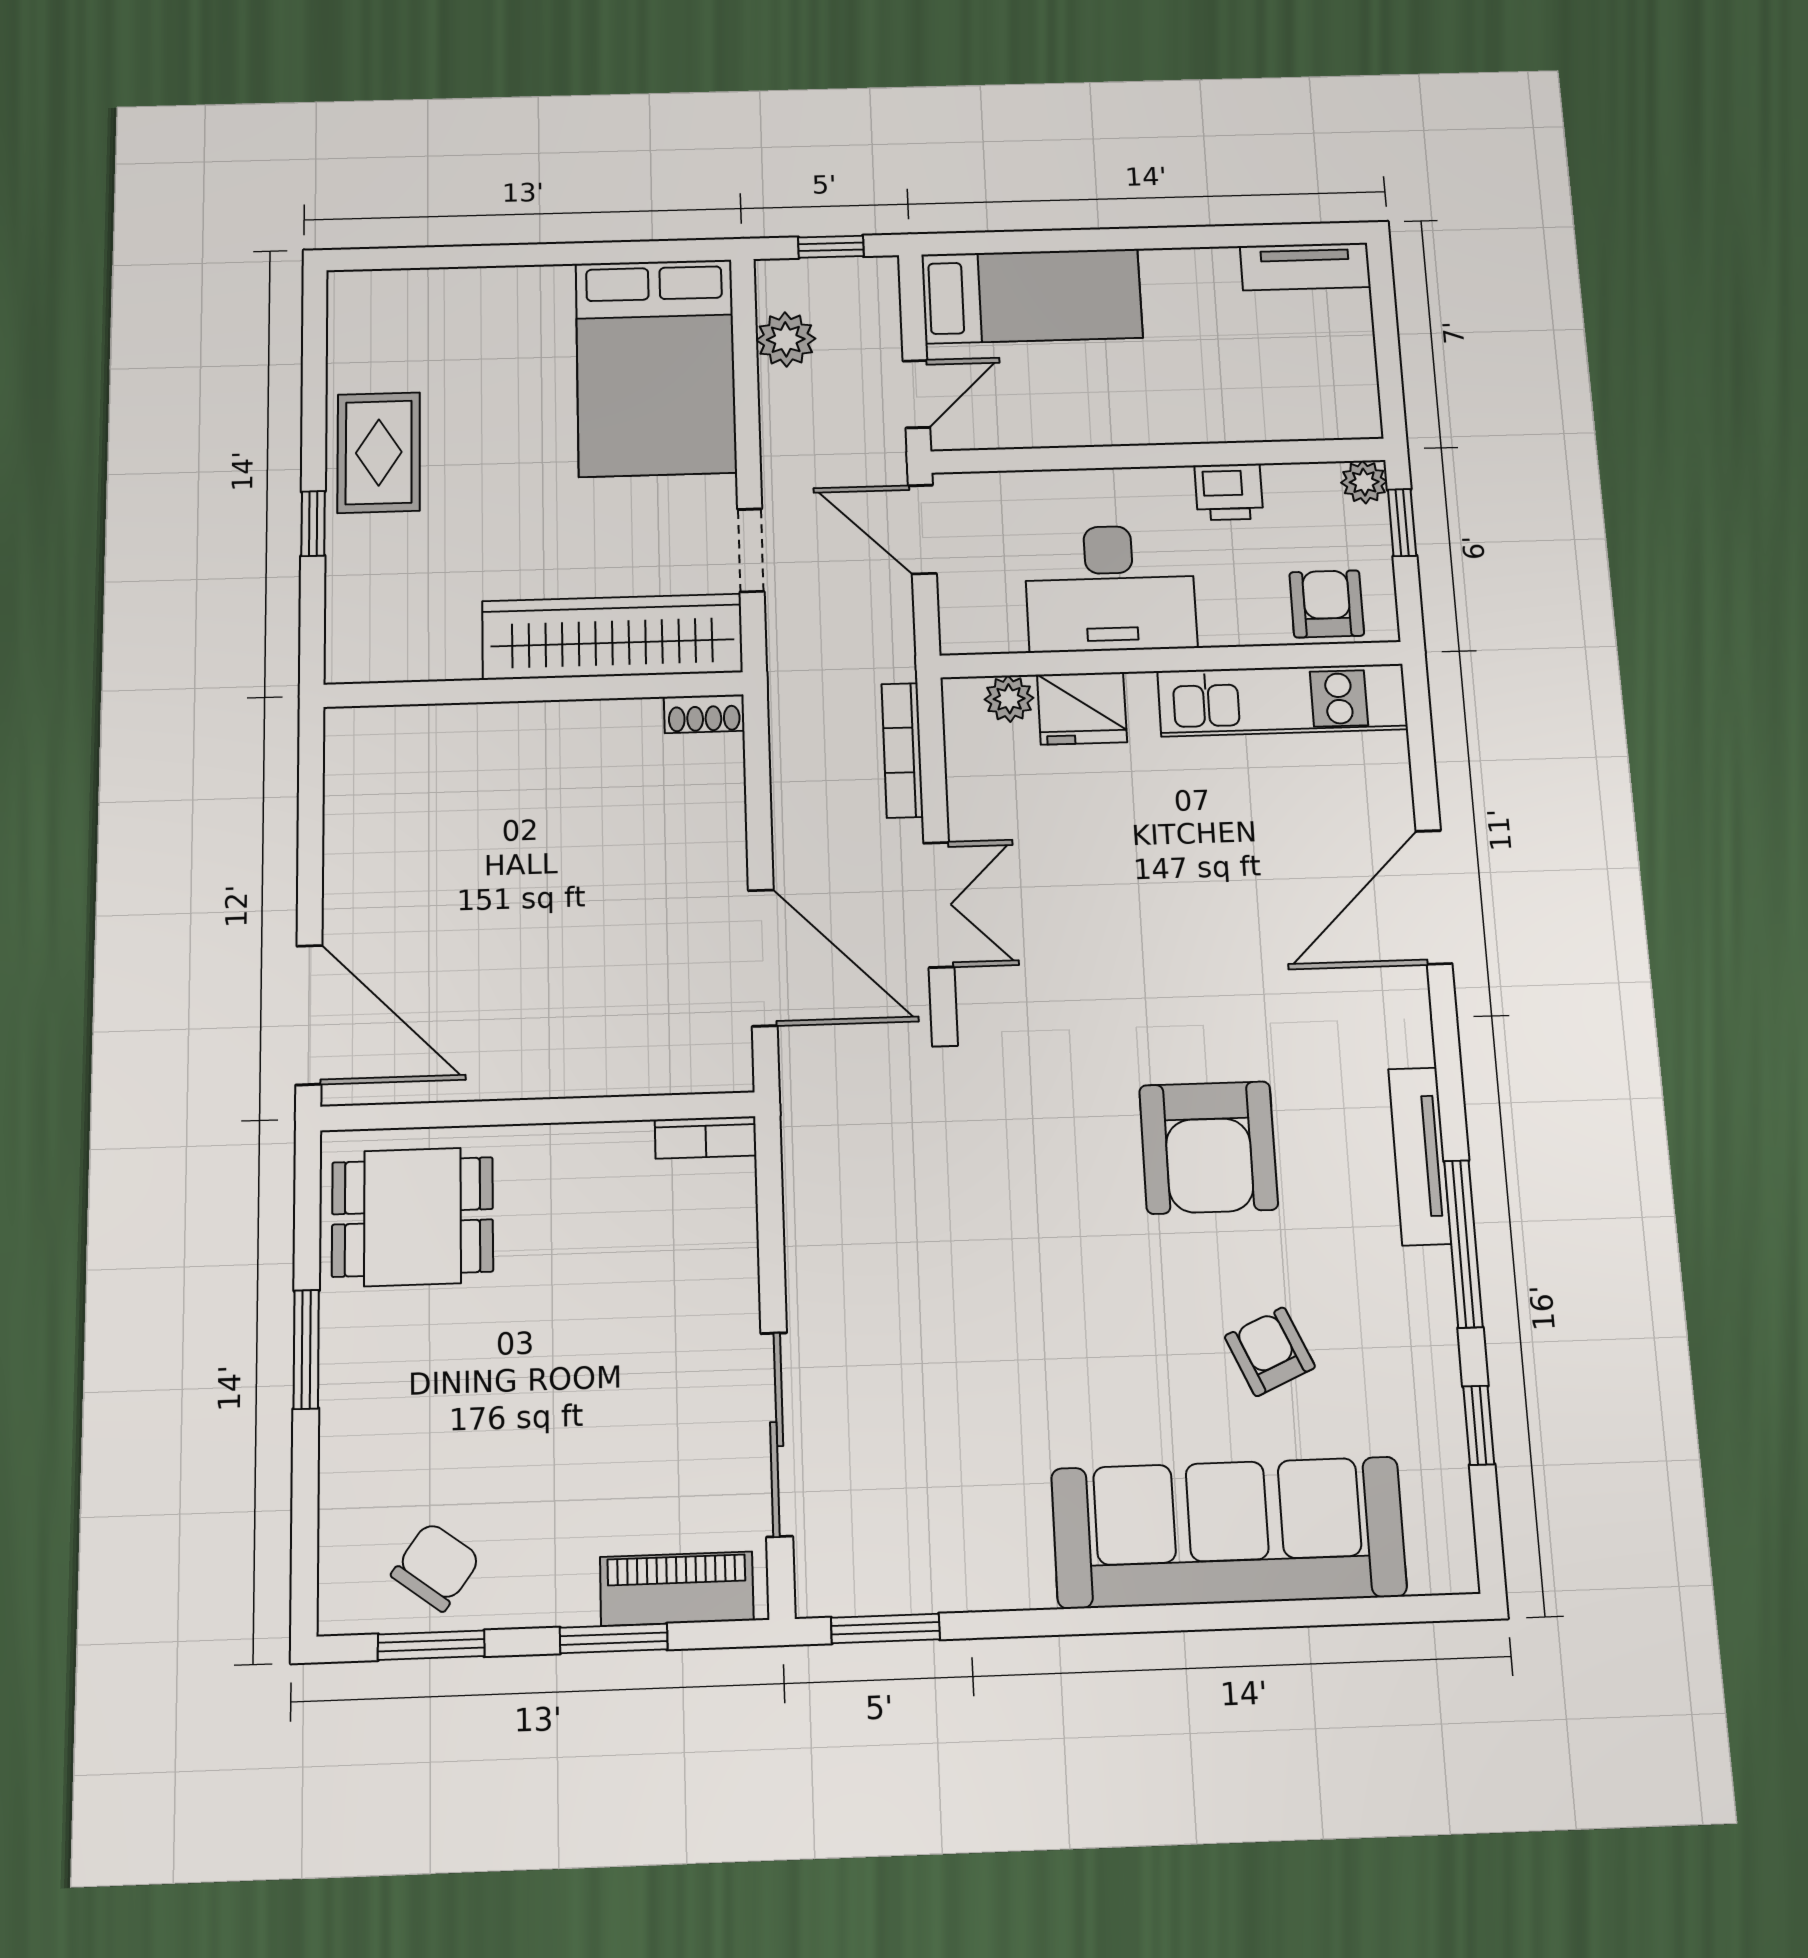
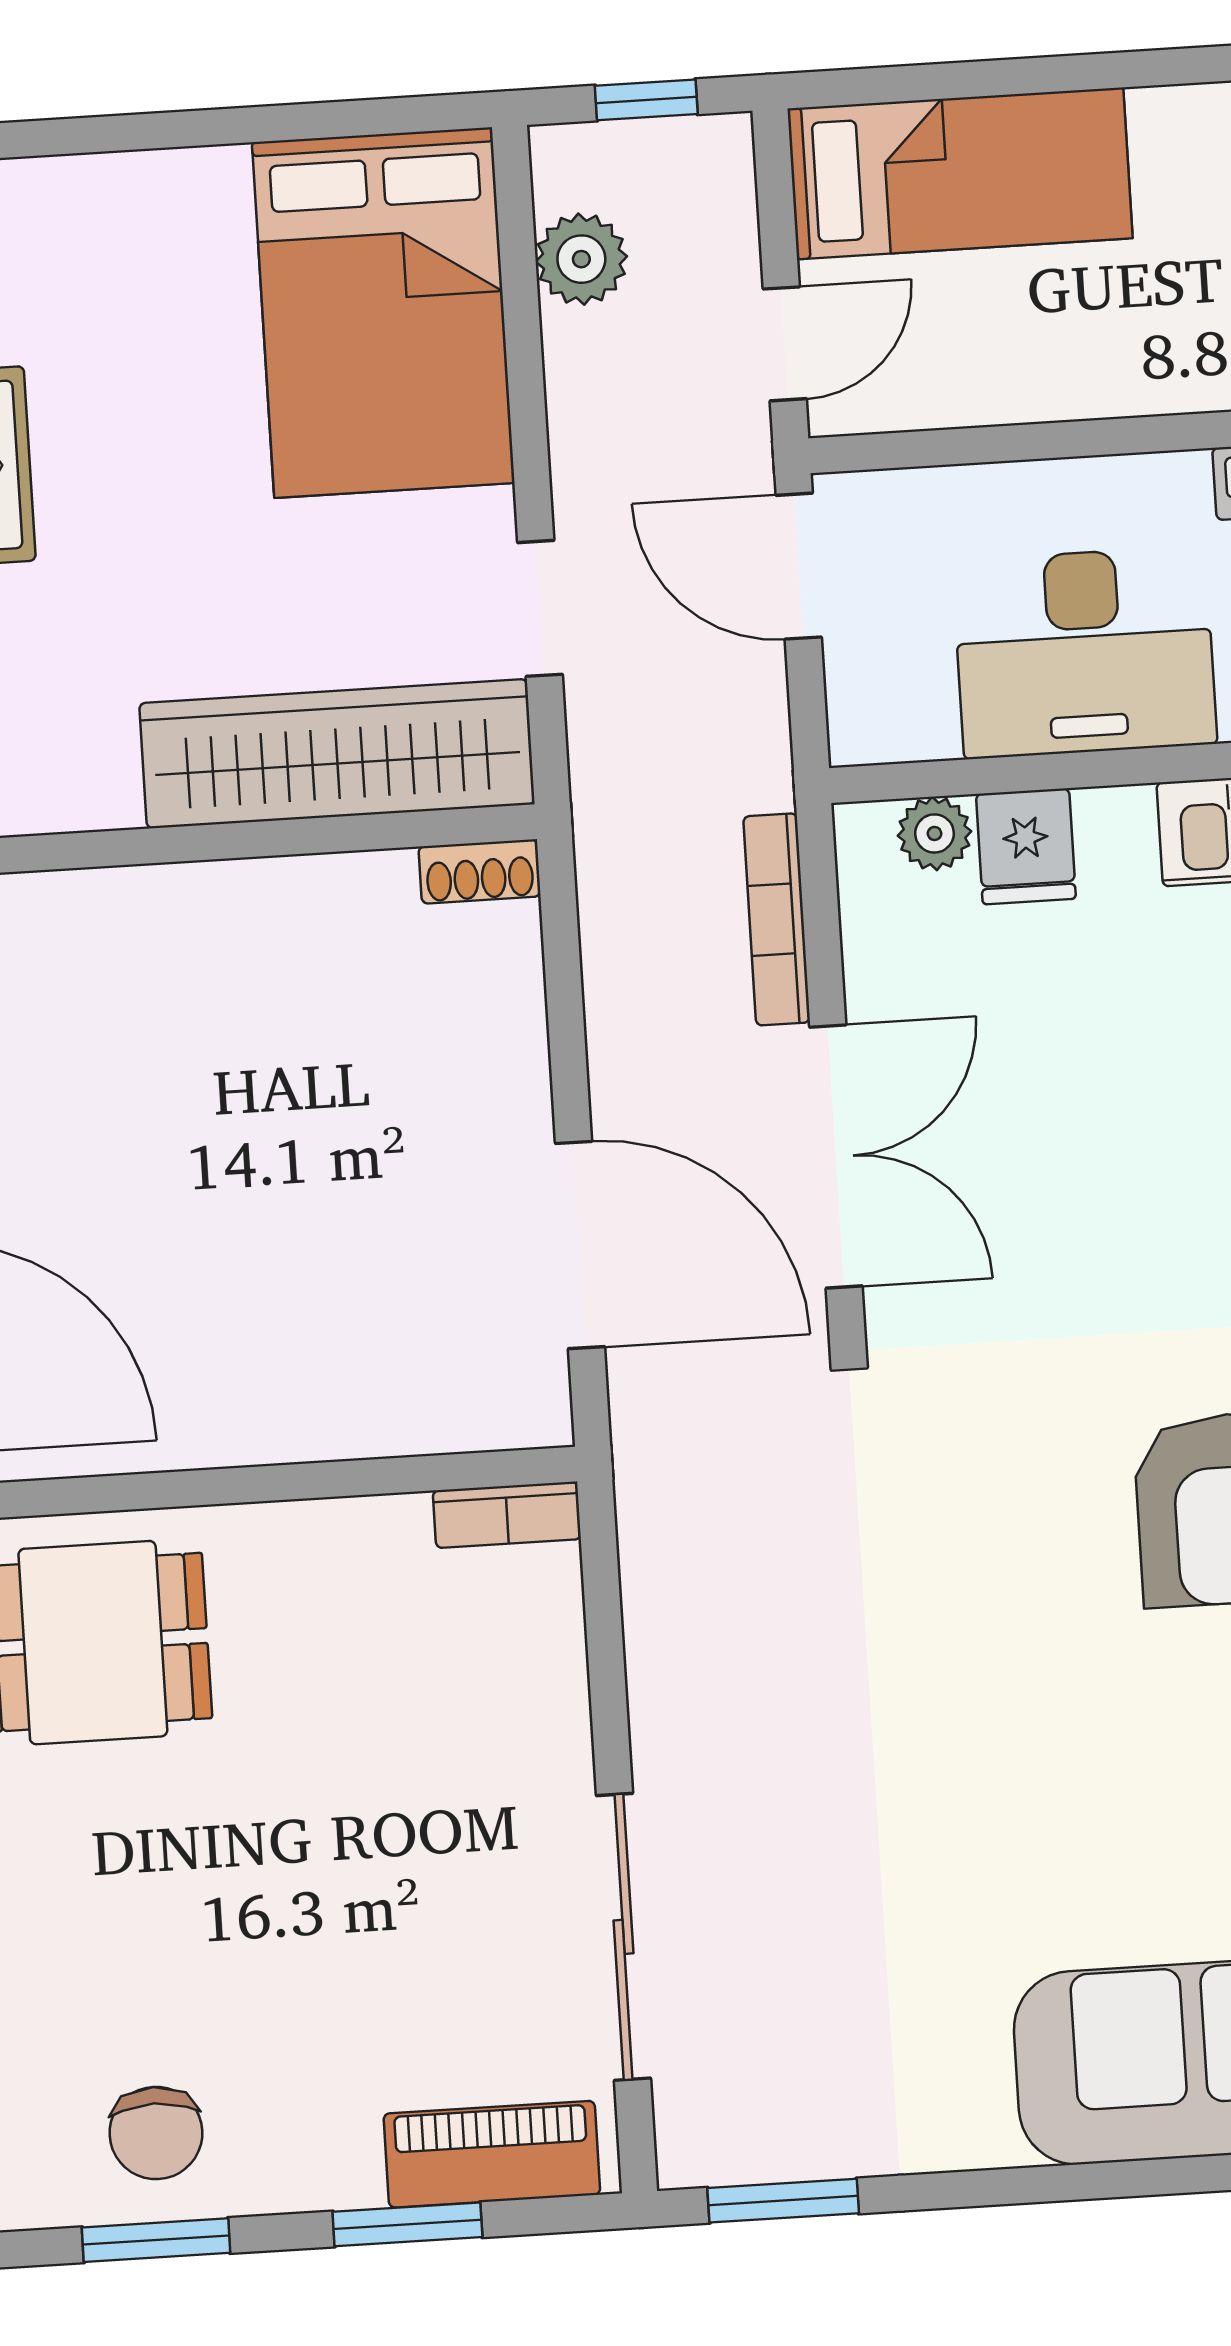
fridge: (1082, 708) -> (1026, 846), width x0.72
double door: (939, 905) -> (836, 1156), width x1.37
chair: (436, 1567) -> (156, 2133), turned 144

